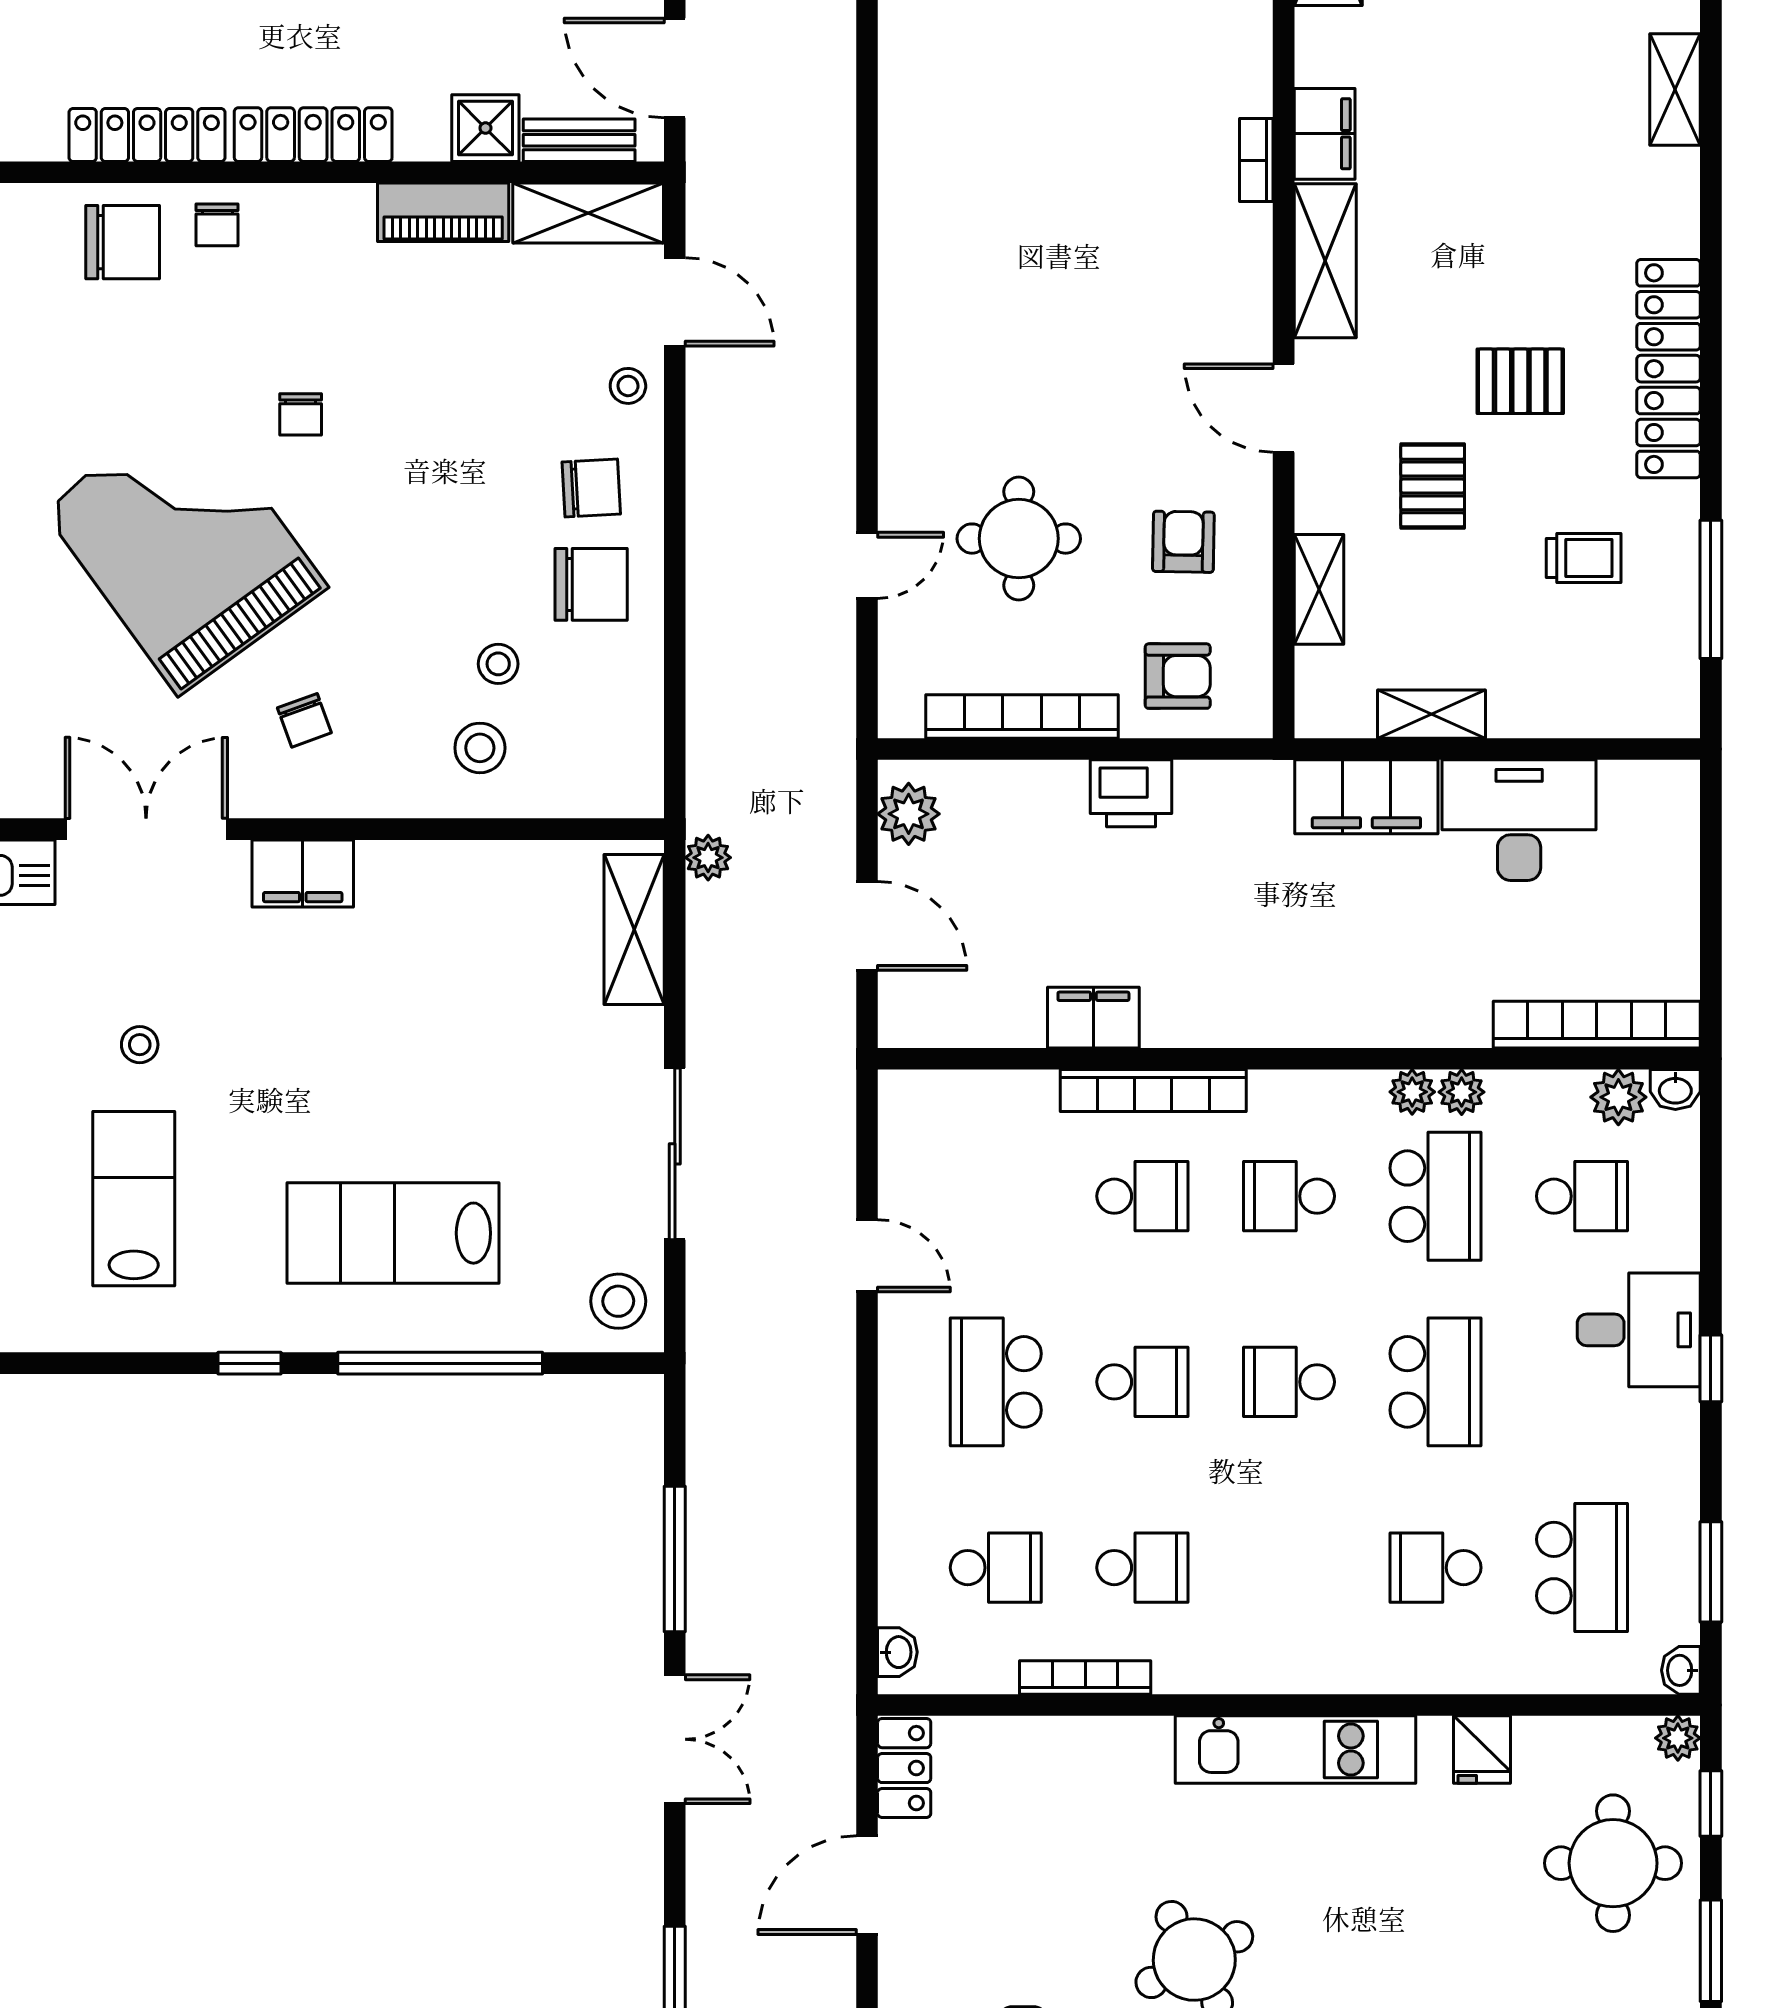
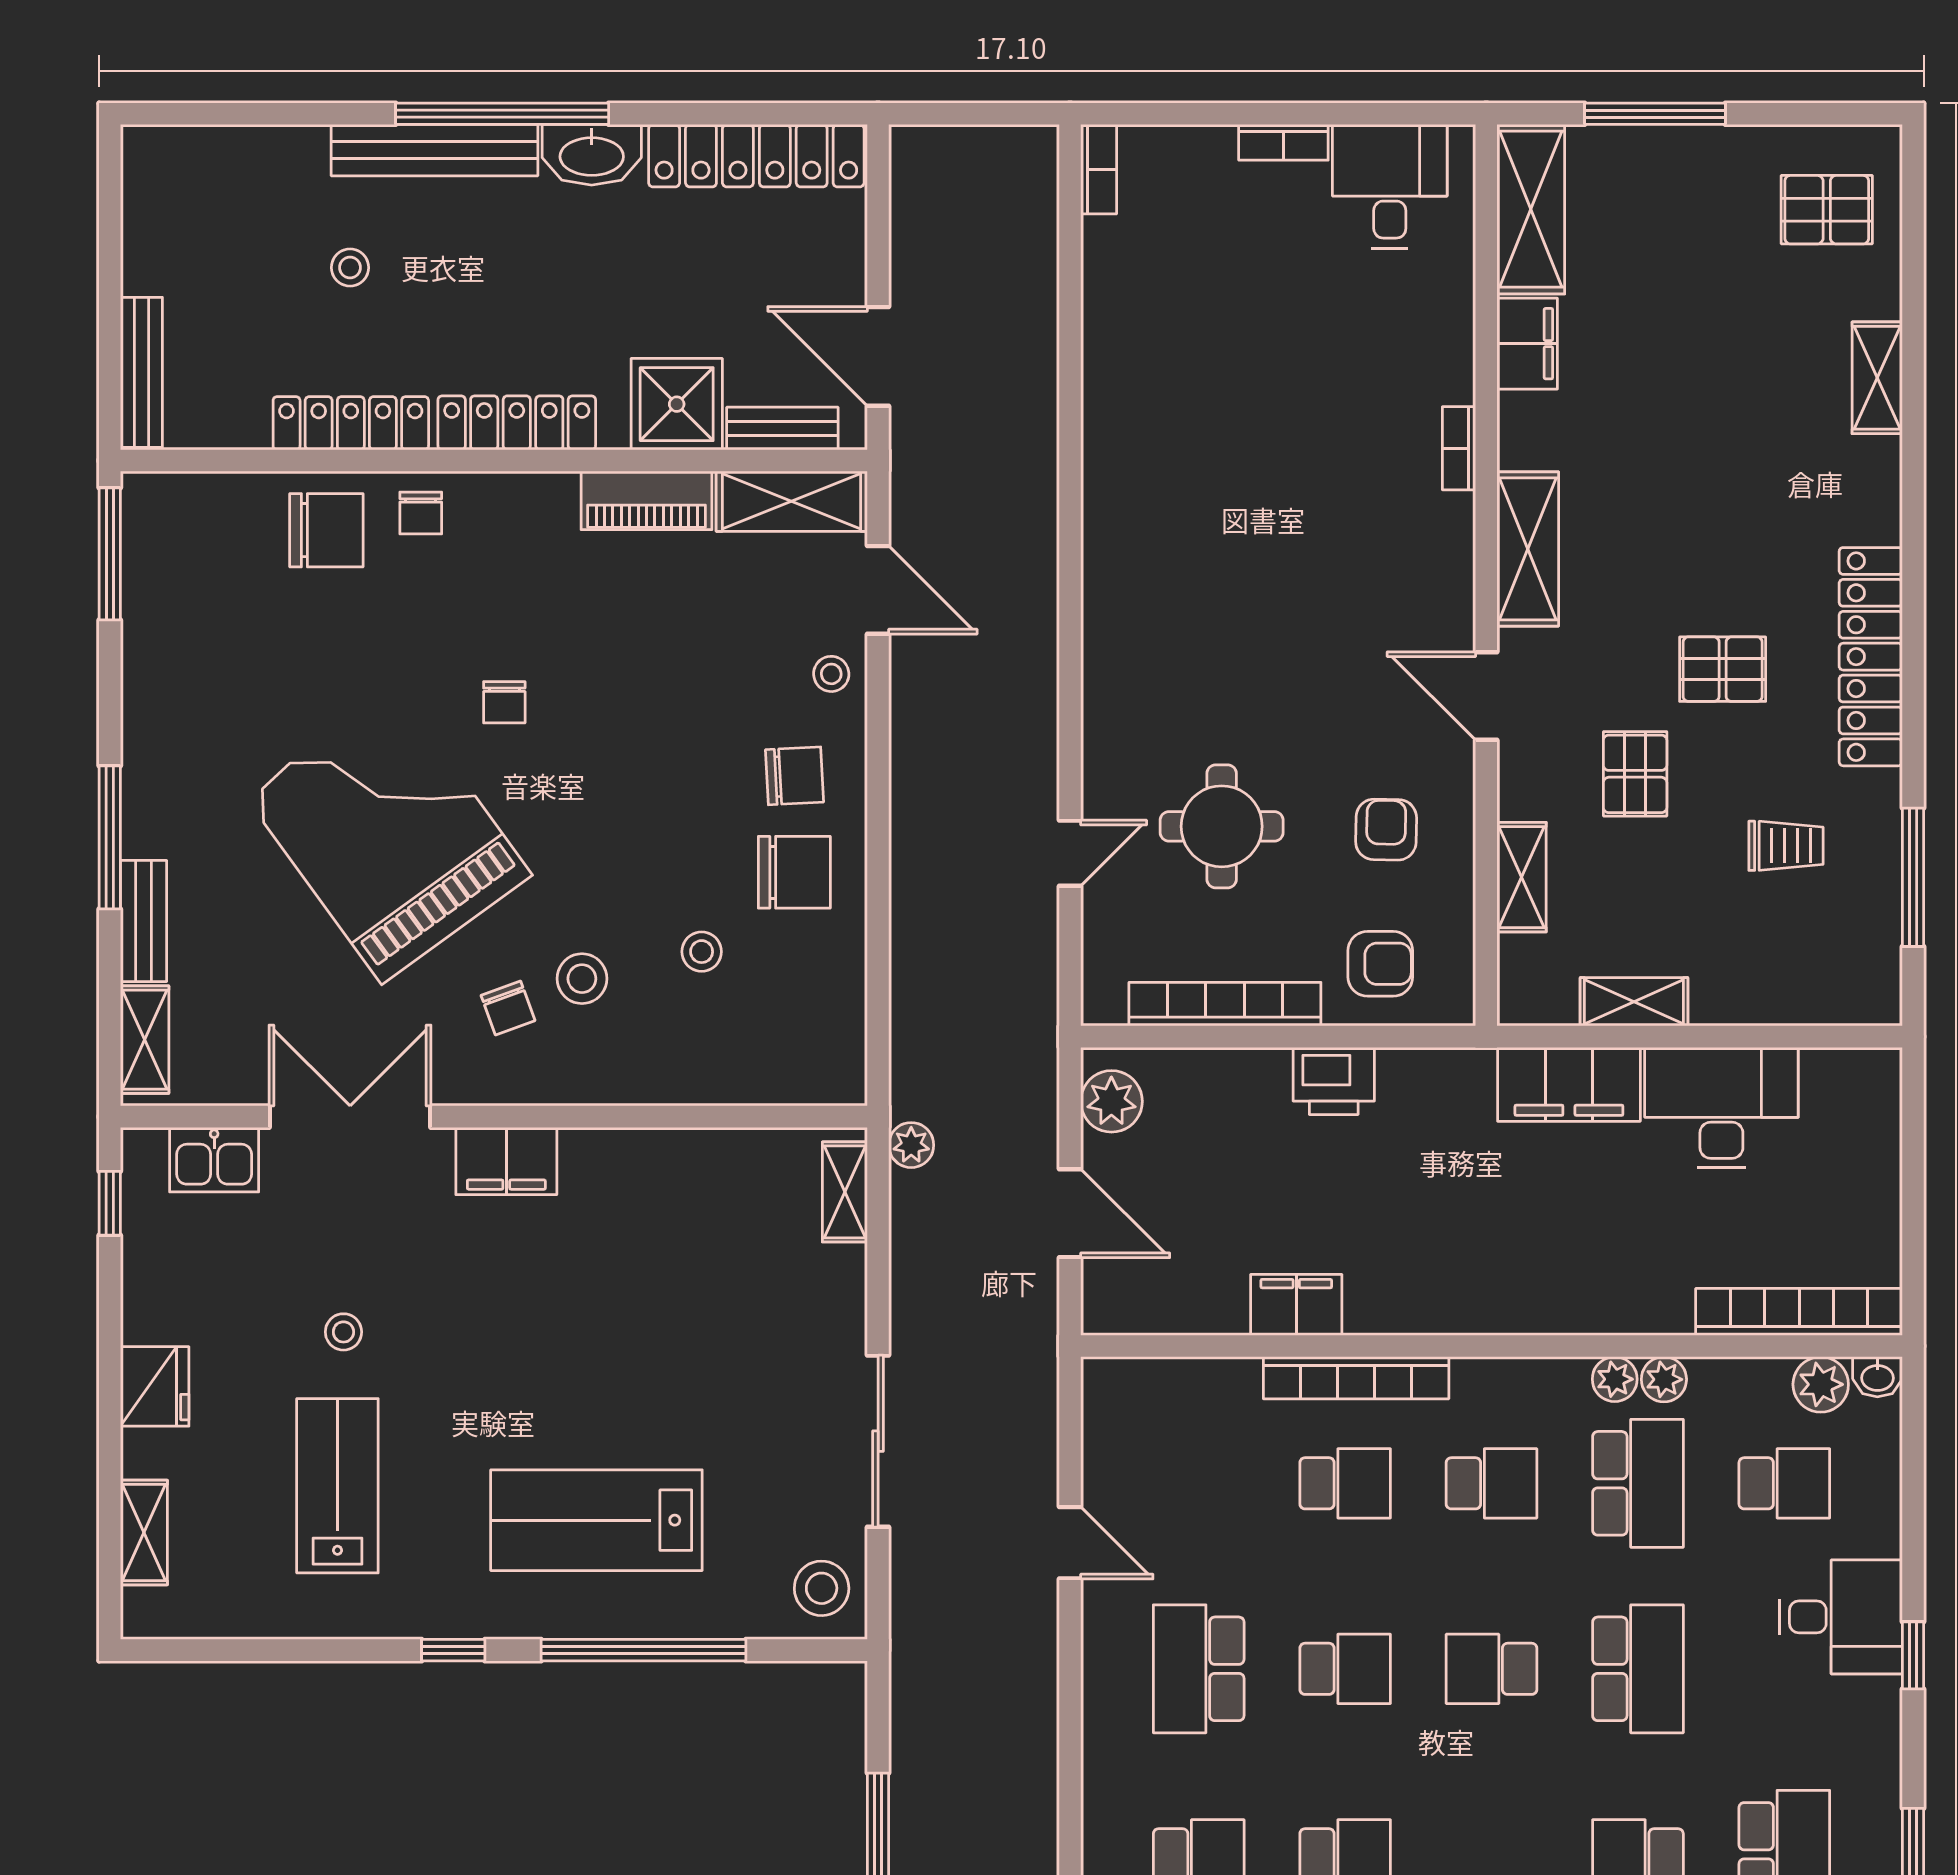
shower: (485, 128) -> (677, 404), width x1.36, depth x1.36
filing cabinet: (1325, 134) -> (1527, 344), moved
stool: (480, 748) -> (582, 979), moved
shelving: (634, 930) -> (845, 1192), width x0.67, depth x0.75
school desk: (1289, 1196) -> (1492, 1483), turned 180

